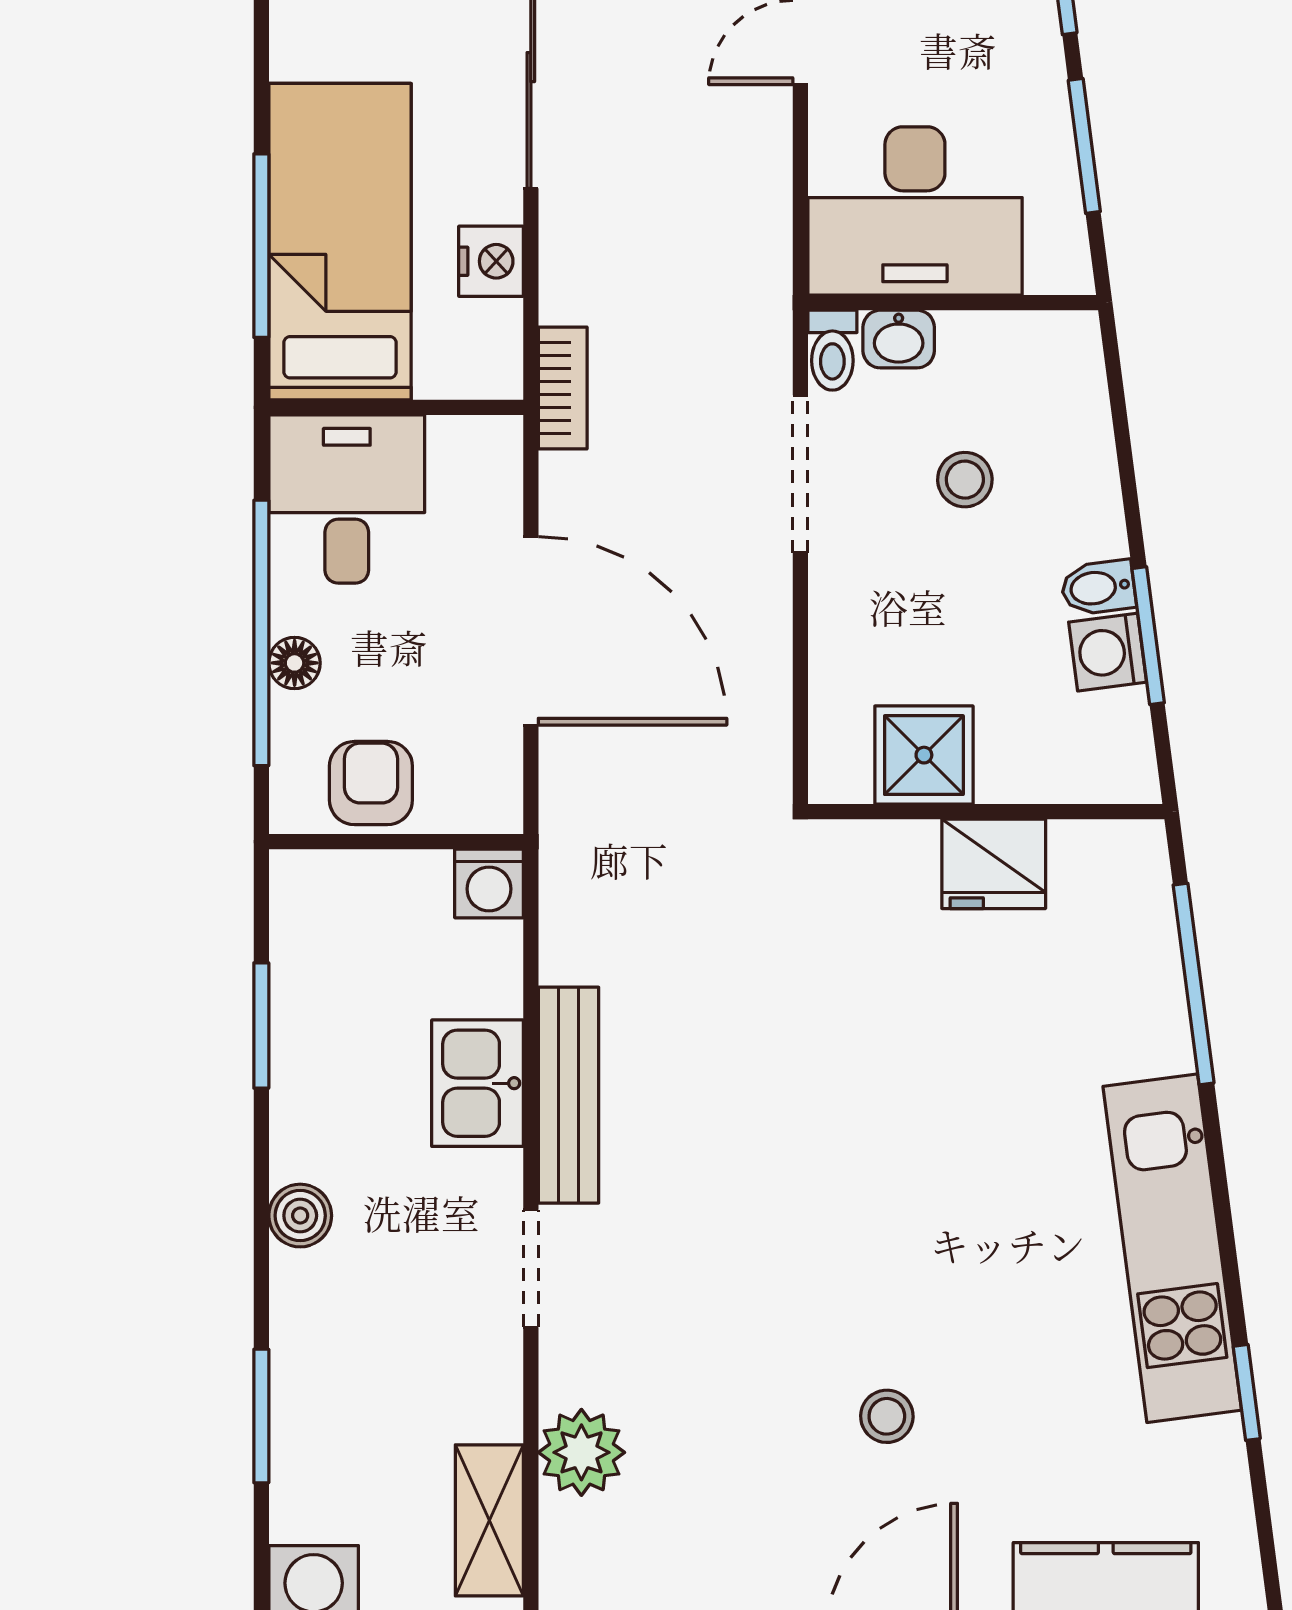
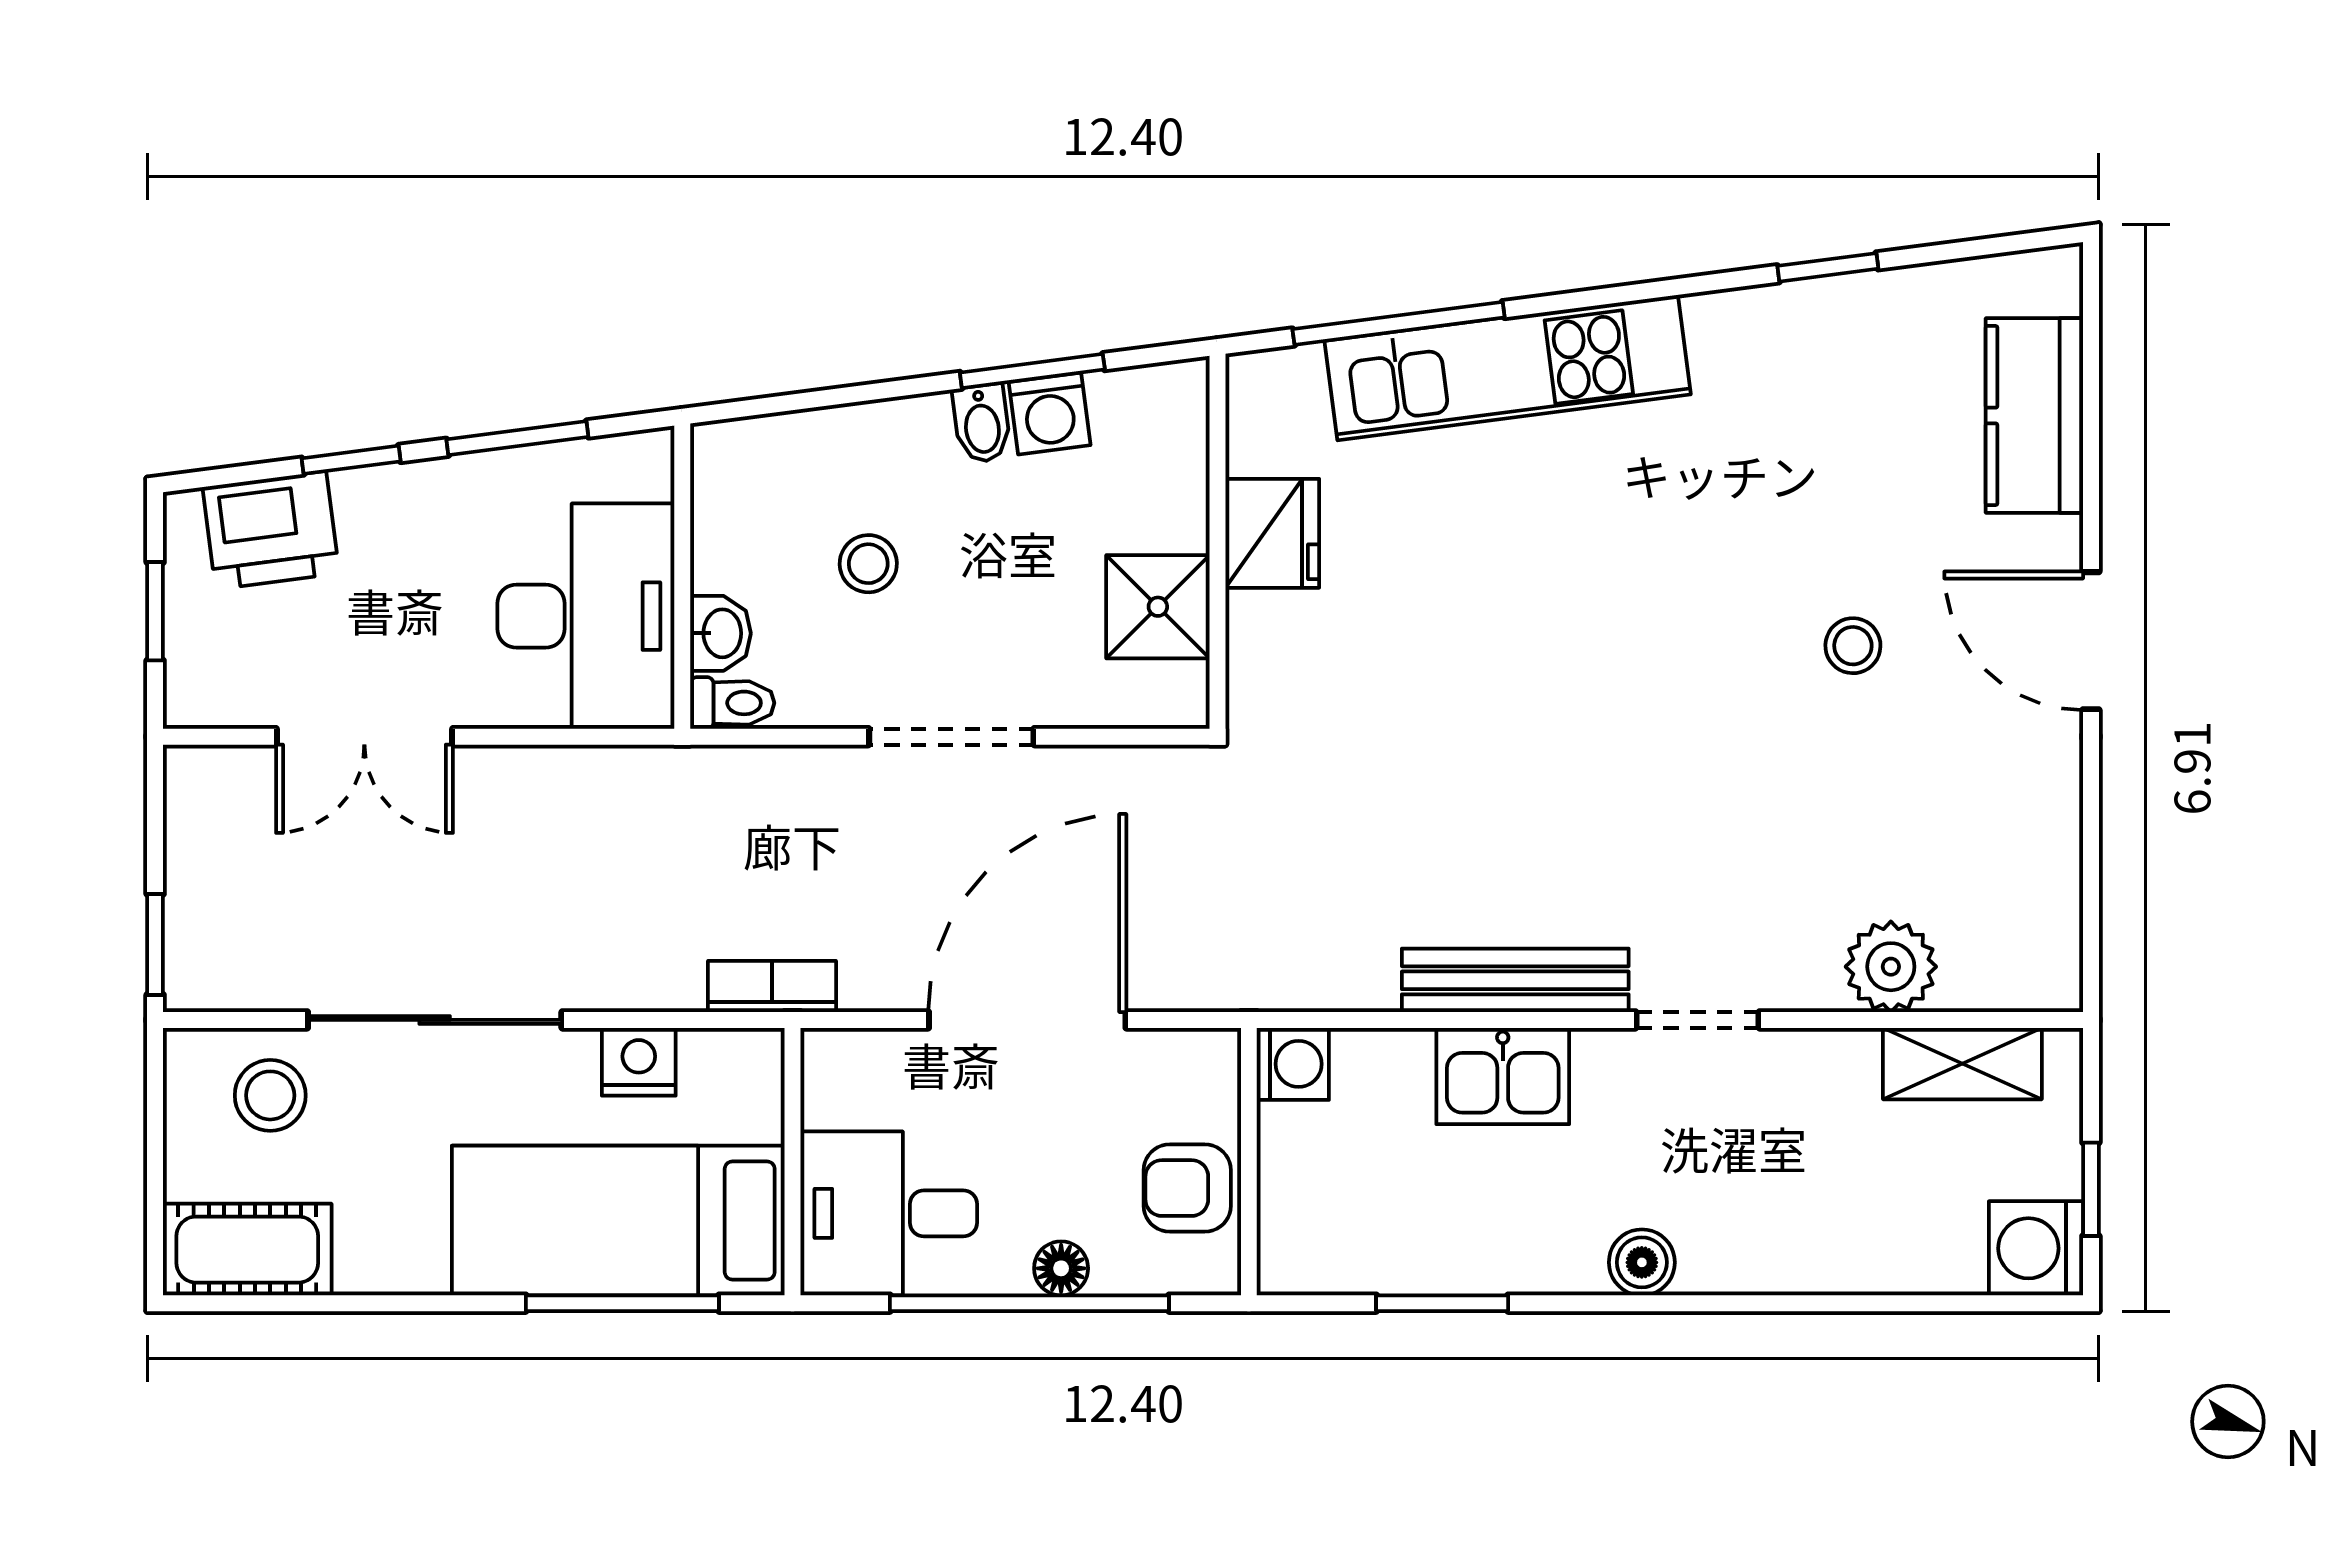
doorway: (800, 474) -> (951, 737), moved
kitchen unit: (1172, 1248) -> (1508, 368), moved
window: (261, 1416) -> (1853, 1303), removed

